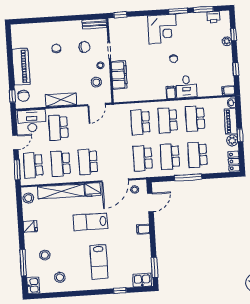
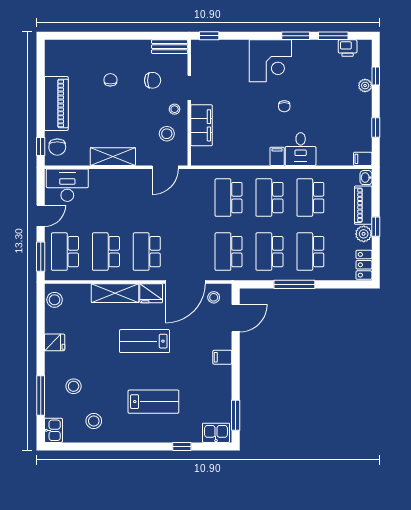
school desk: (58, 127) -> (106, 198), removed
shelving: (61, 191) -> (115, 293), width x0.68
lab bench: (99, 262) -> (153, 402), turned -90

